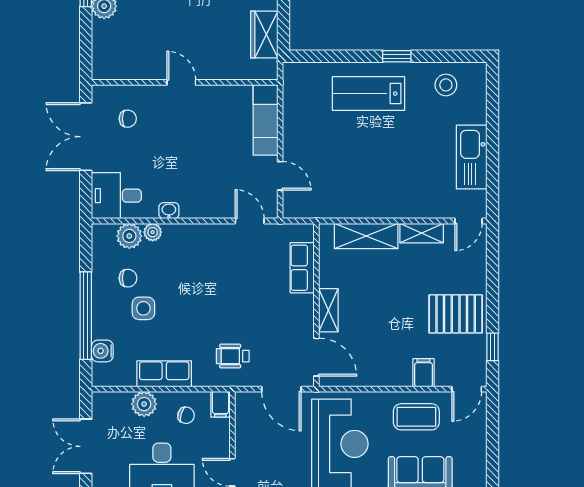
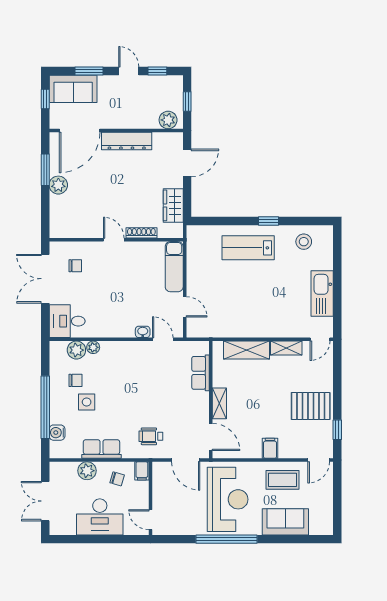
shoe rack: (220, 73) -> (141, 233), added
washbasin: (169, 211) -> (143, 332), moved
filing cabinet: (424, 373) -> (270, 448), moved

